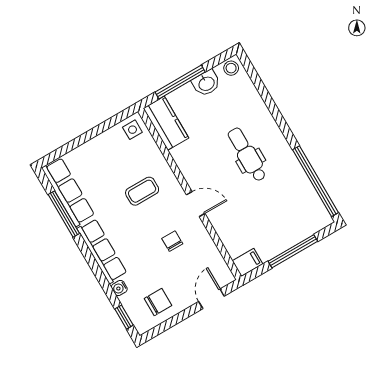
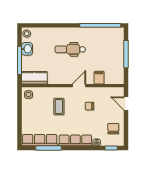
filing cabinet: (248, 262) -> (99, 78), moved

